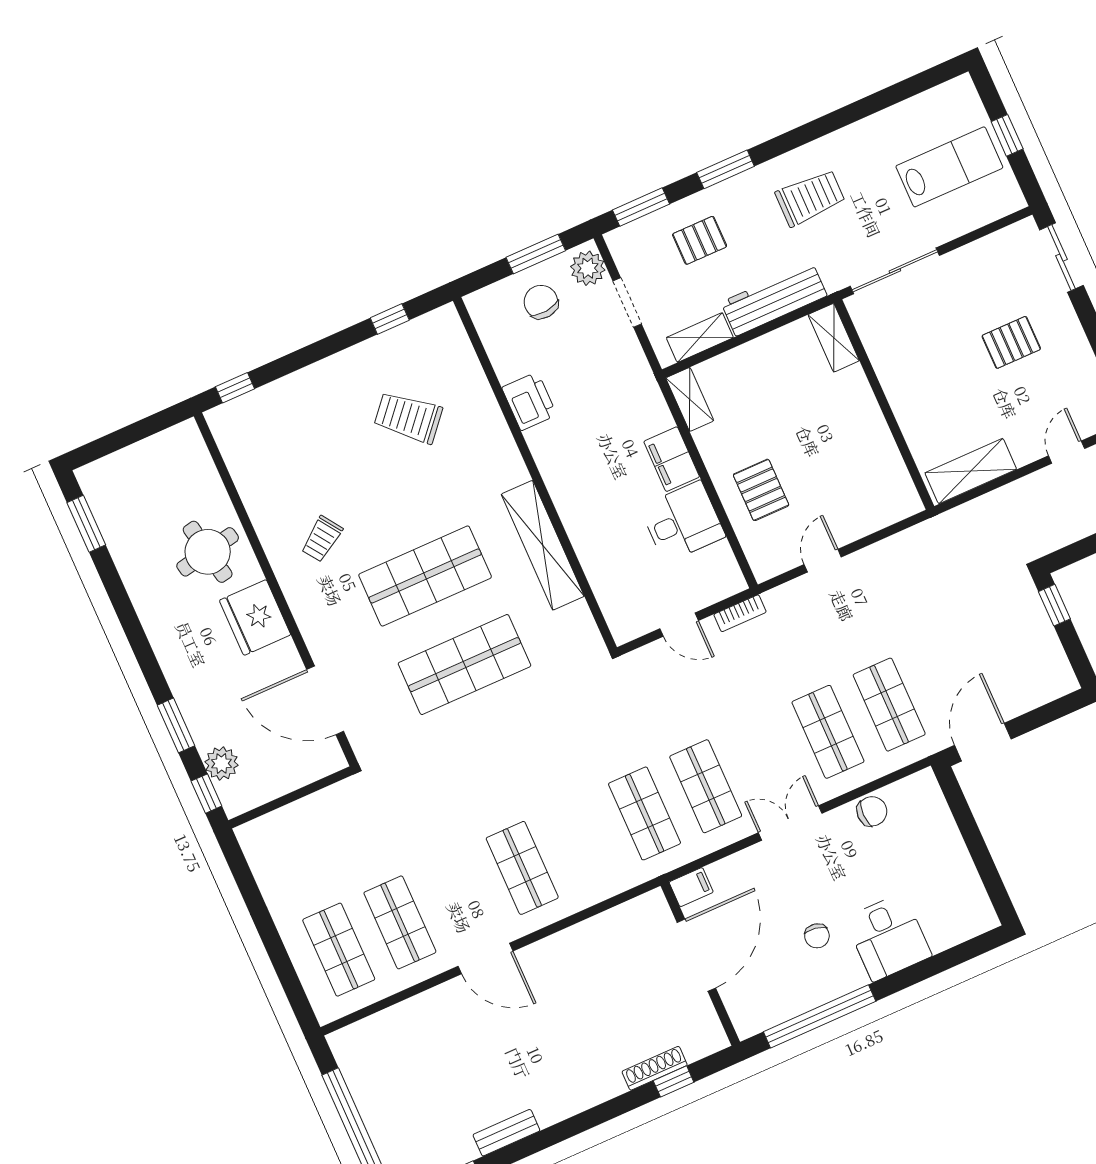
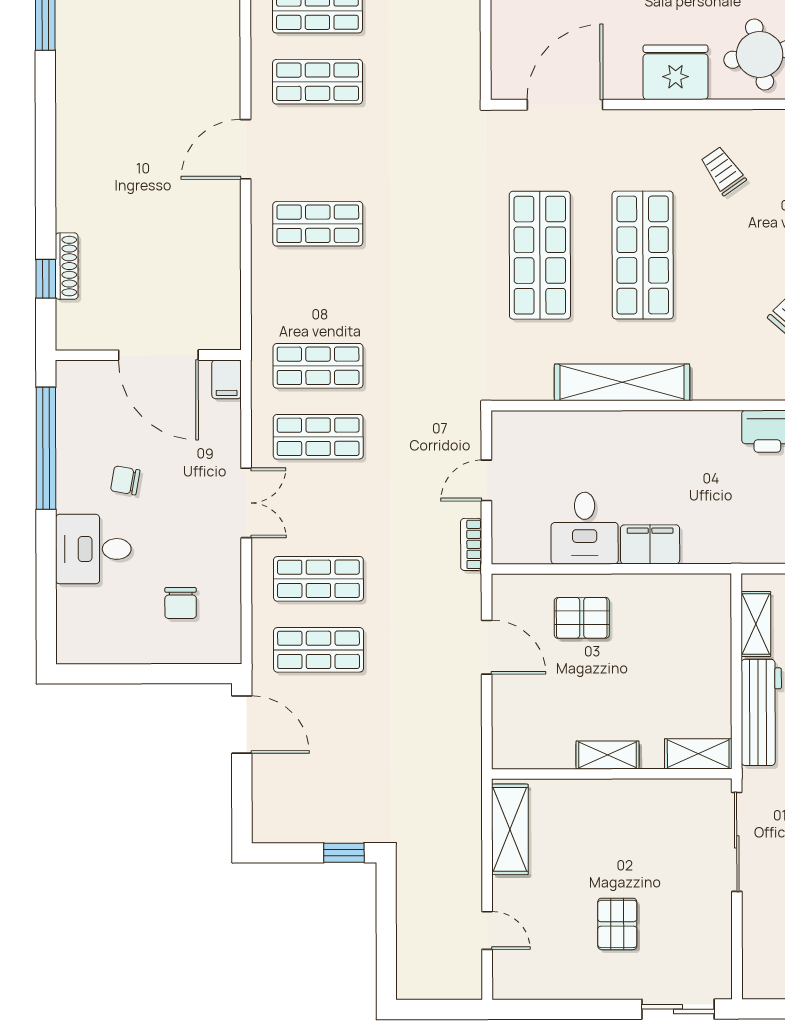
shelving: (690, 399) -> (607, 755), moved
door: (823, 561) -> (487, 647), width x1.38
chair: (872, 811) -> (181, 603), moved
bench: (506, 1133) -> (68, 95), removed

